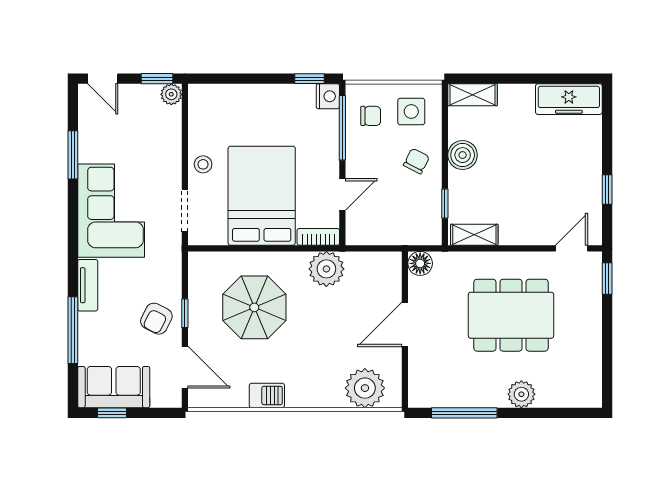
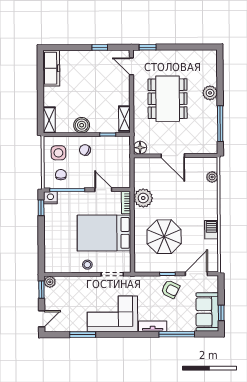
plant: (365, 388) -> (212, 177), width x0.53, depth x0.53

